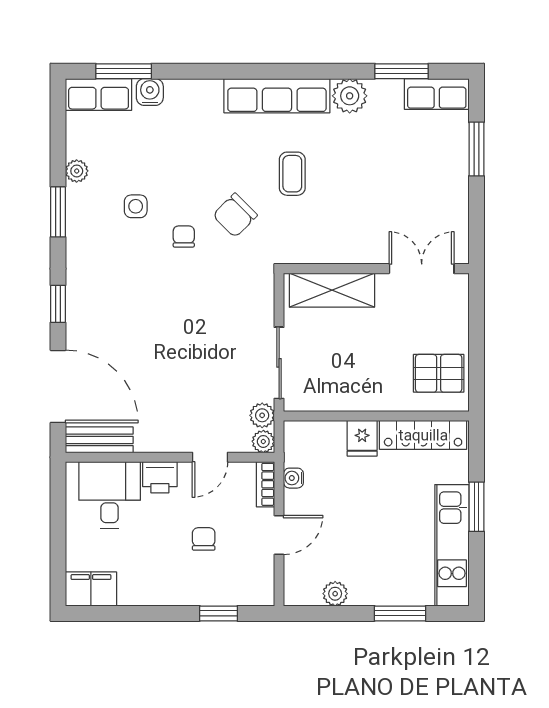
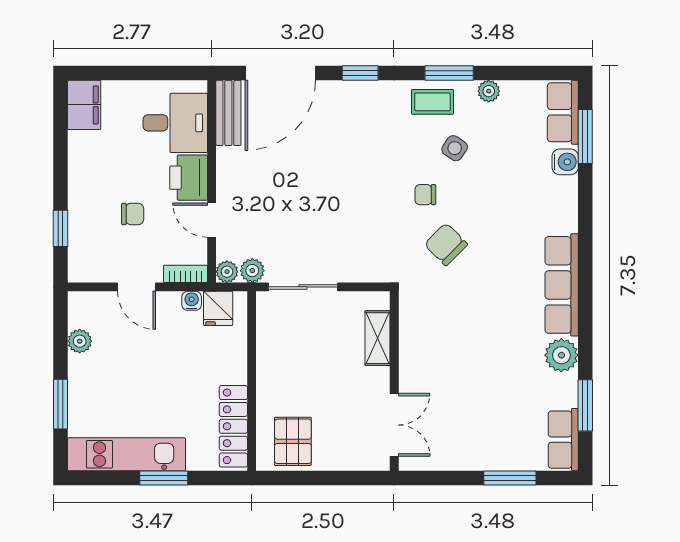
coffee table: (292, 174) -> (432, 102), moved
side table: (136, 206) -> (455, 148), turned 34
chair: (184, 236) -> (425, 195), turned 180
shelving: (332, 290) -> (378, 338), width x0.67, depth x0.75
fridge: (362, 438) -> (218, 308), moved, turned -90
printer: (160, 477) -> (189, 178), width x1.36, depth x1.24

